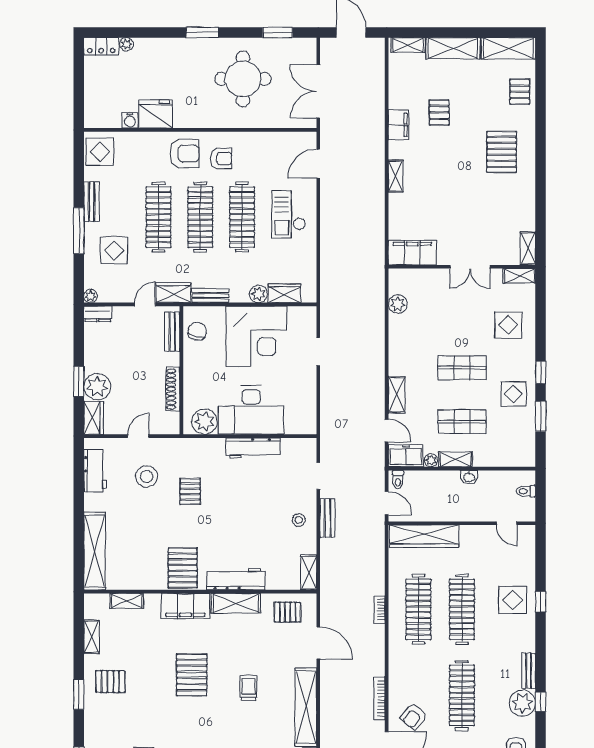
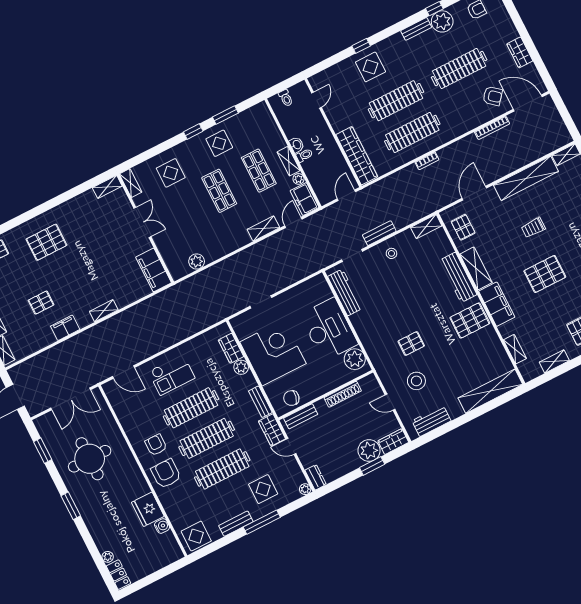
workbench: (253, 448) -> (345, 292), moved
toilet: (398, 480) -> (304, 155), moved

